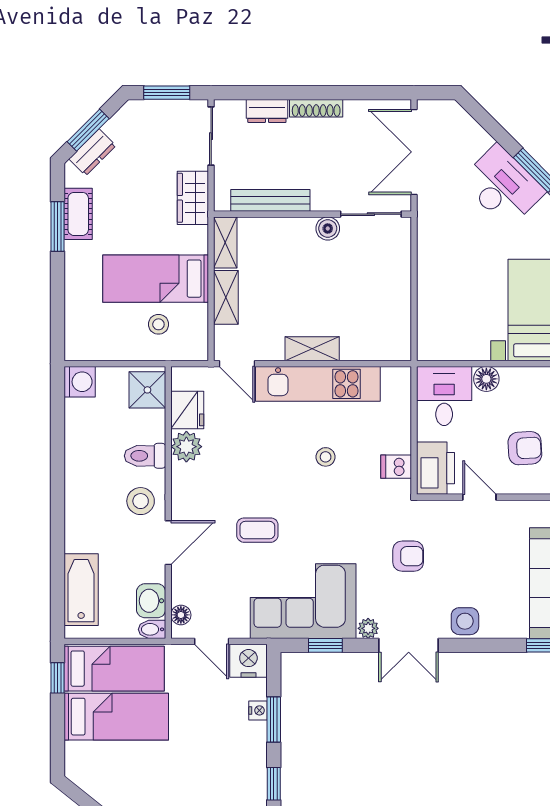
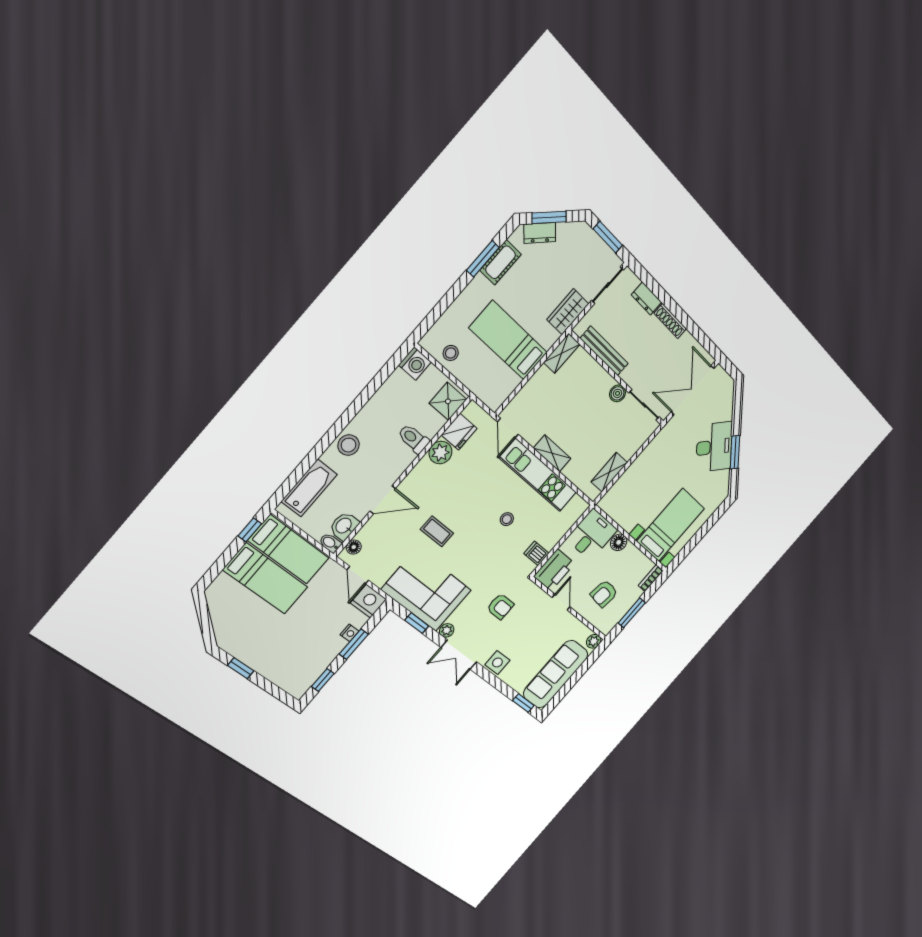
shelving: (226, 297) -> (609, 472), moved
stool: (158, 324) -> (451, 353), moved
armchair: (525, 448) -> (604, 594), turned 100
stool: (141, 501) -> (349, 445), moved

